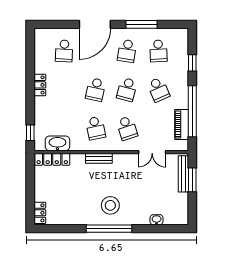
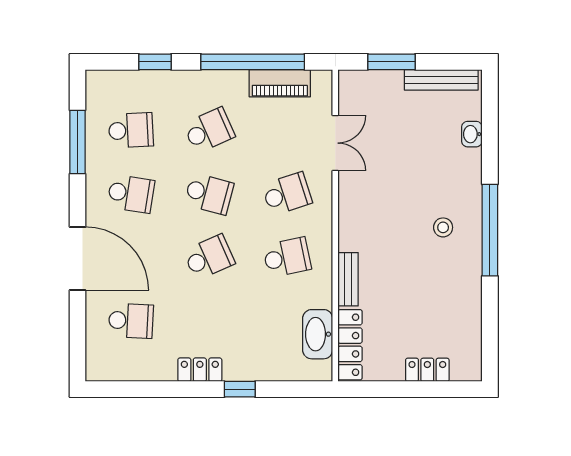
window: (142, 24) -> (77, 142), moved
school desk: (96, 90) -> (209, 257), turned -36
window: (30, 133) -> (240, 389), moved
bench: (99, 158) -> (348, 279), moved
bench: (183, 174) -> (441, 80), moved
stool: (110, 205) -> (443, 227), width x0.53, depth x0.53
locker: (40, 213) -> (427, 370), moved

